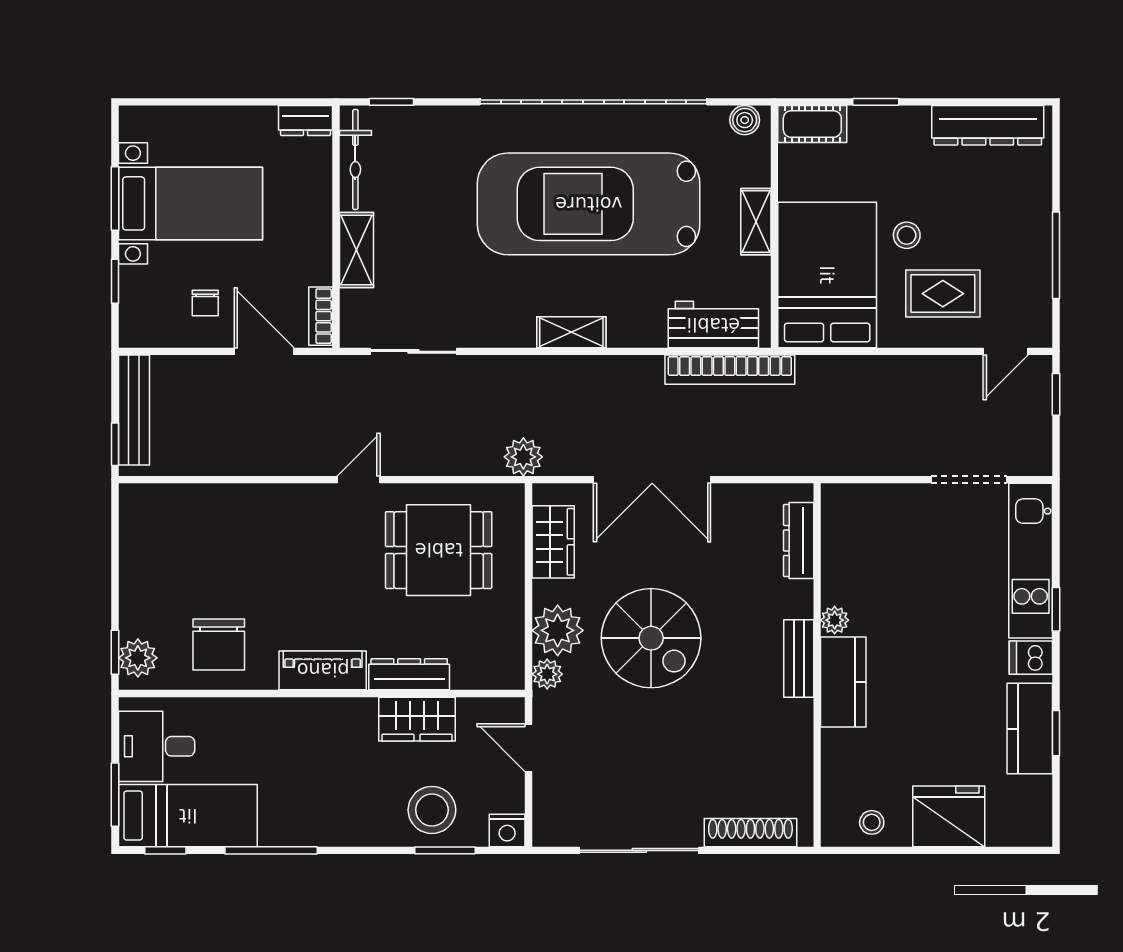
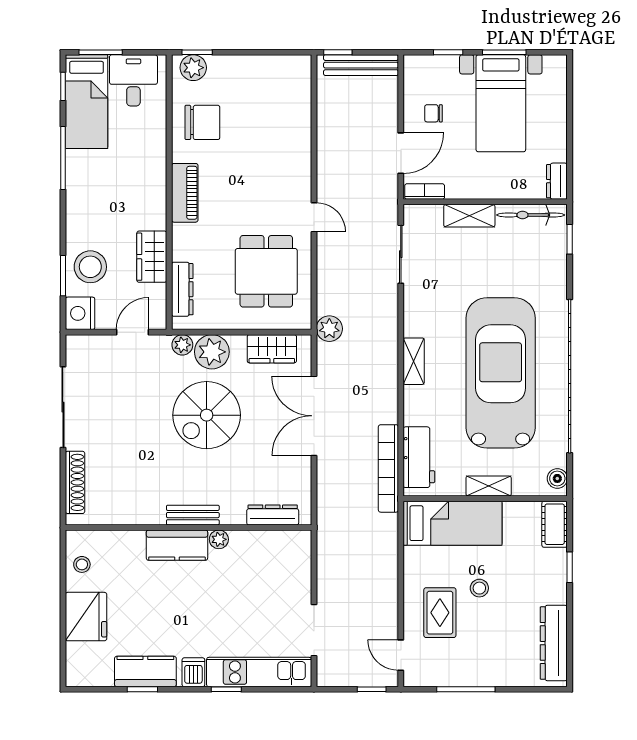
bed: (827, 275) -> (452, 523), width x0.67
chair: (219, 644) -> (202, 122), turned 180
dresser: (409, 674) -> (182, 289), moved
nightstand: (507, 830) -> (80, 313), width x1.36, depth x1.33

